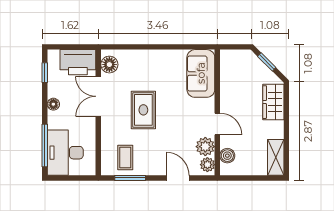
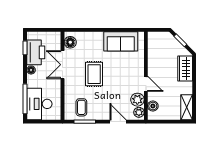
printer: (78, 62) -> (36, 52), moved, turned -90
sofa: (201, 73) -> (121, 41), moved, turned -90

